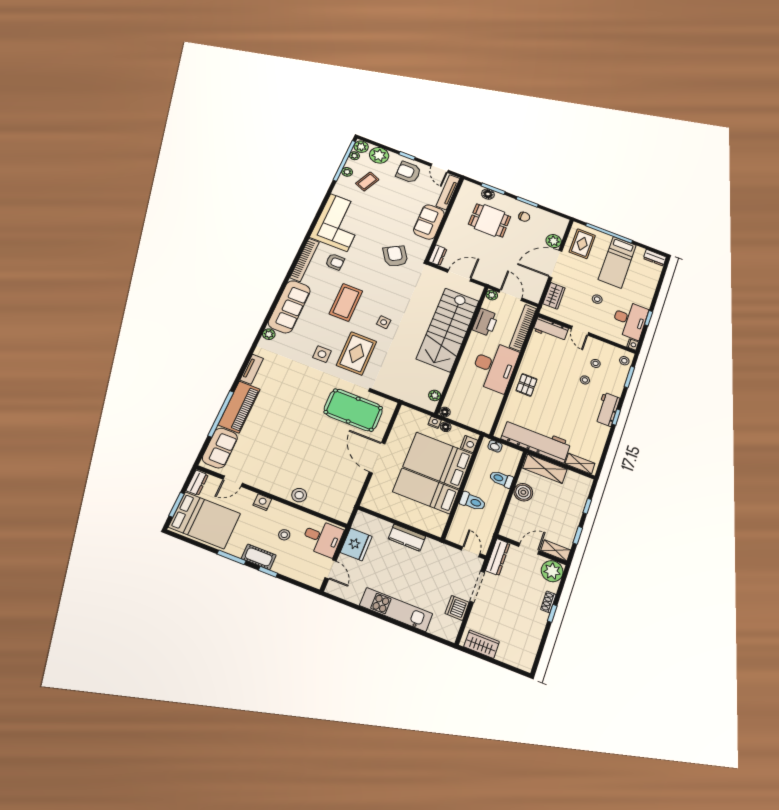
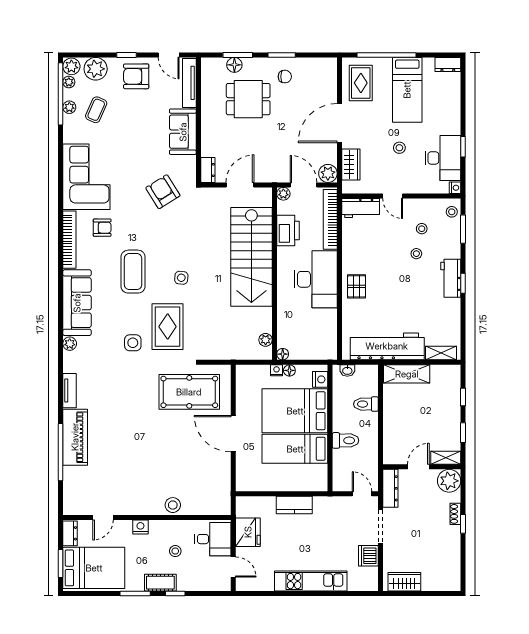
plant: (554, 241) -> (328, 173), moved
sofa: (220, 448) -> (76, 489), removed
boiler: (523, 492) -> (393, 409), removed

